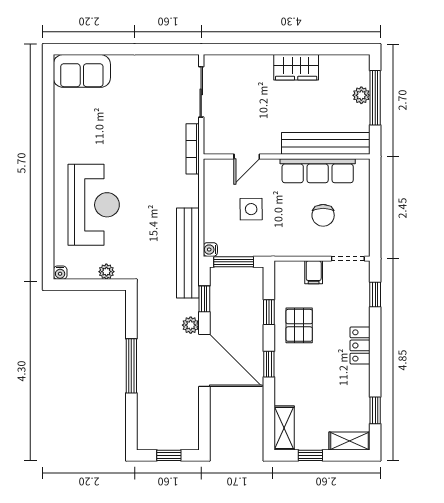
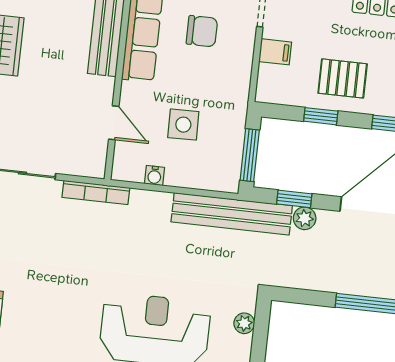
water cooler: (210, 250) -> (154, 176), moved
plant: (191, 325) -> (305, 218), moved

